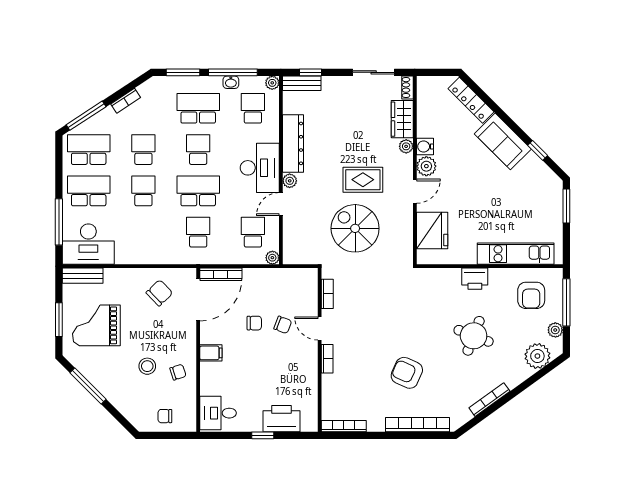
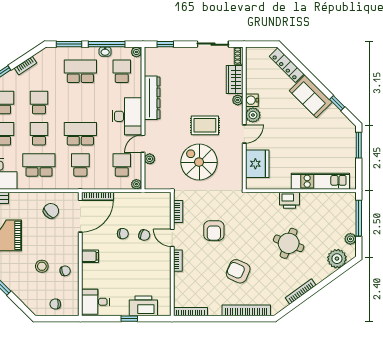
bench: (302, 83) -> (159, 52), removed
school desk: (198, 150) -> (39, 165), moved, width x1.85
plant: (290, 181) -> (150, 159), moved
armchair: (531, 295) -> (214, 231), moved

